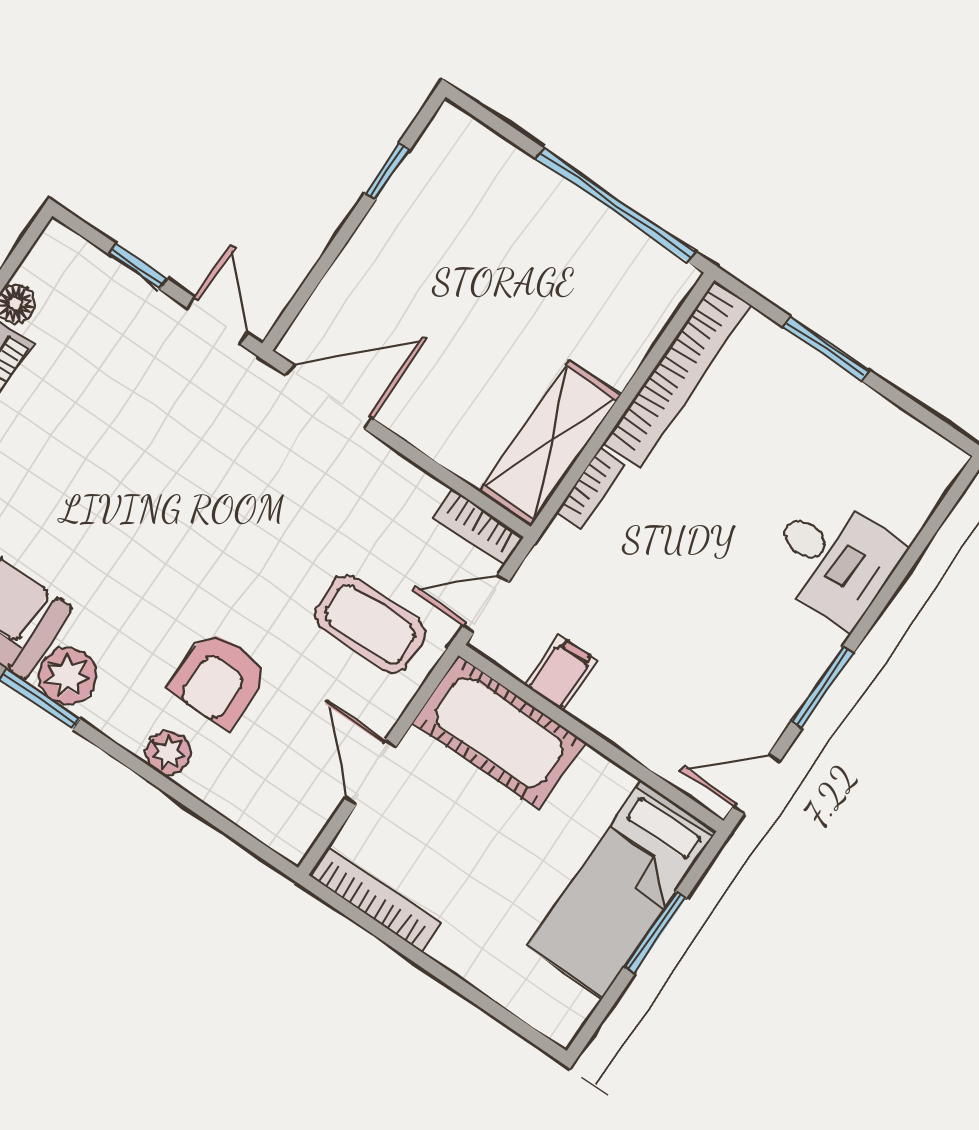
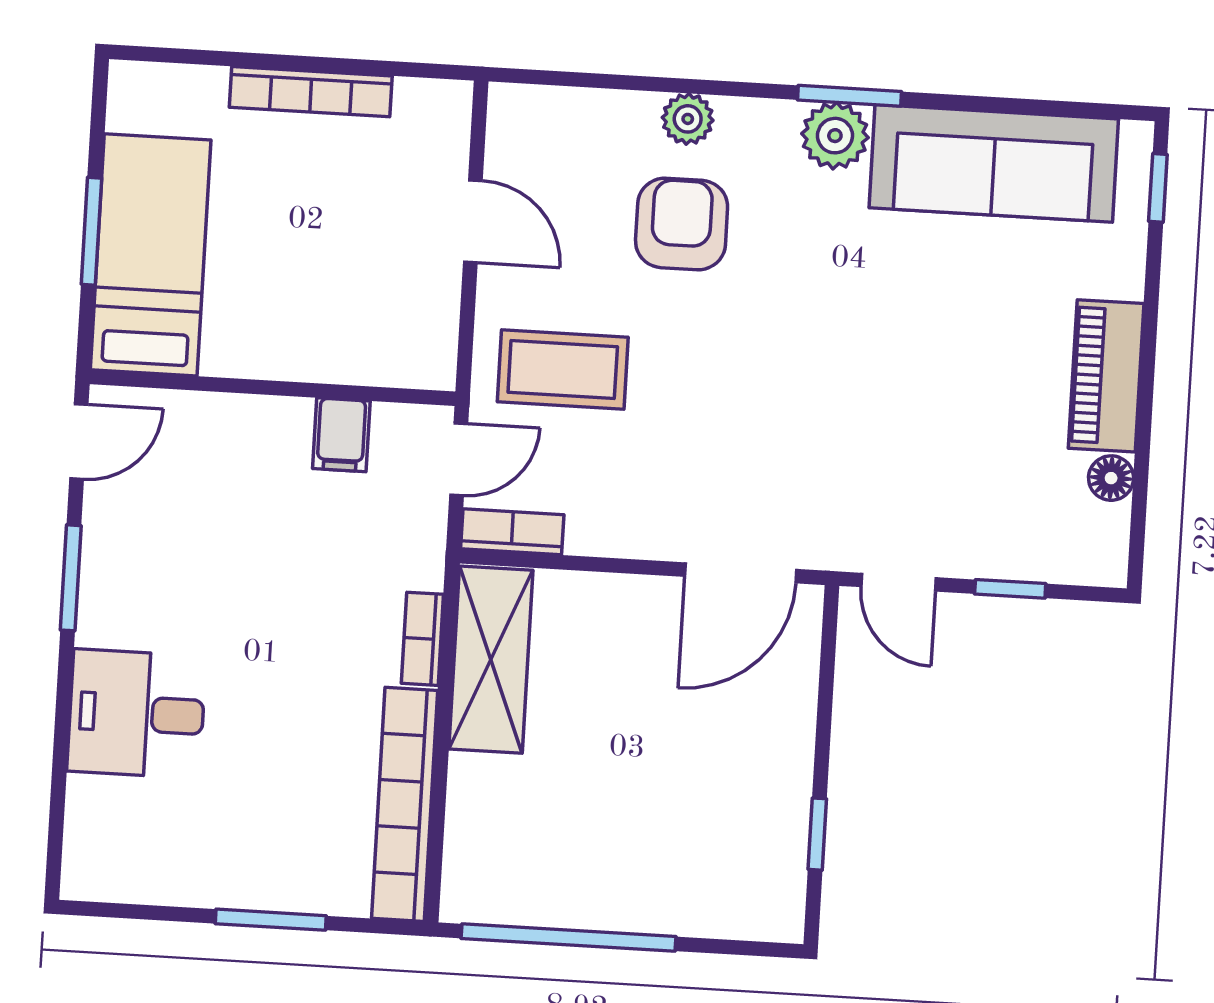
cot: (499, 732) -> (368, 338), removed
bookcase: (375, 899) -> (311, 92), moved

